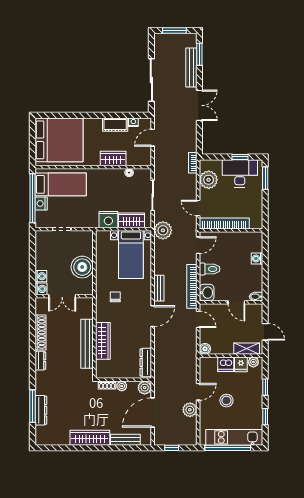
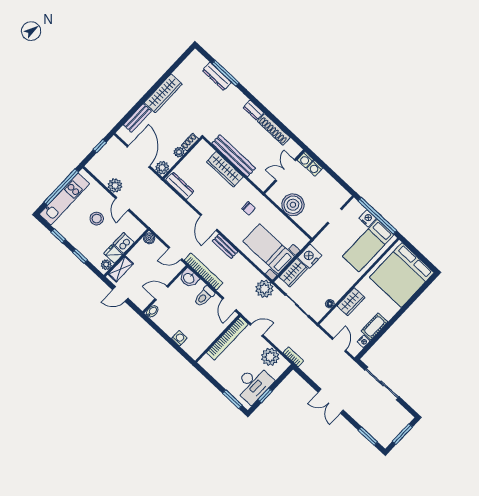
bench: (191, 68) -> (364, 421), removed

